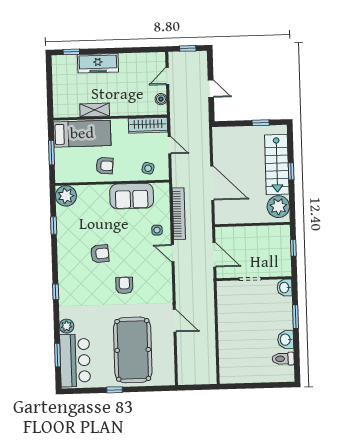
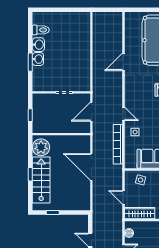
door: (214, 255) -> (91, 112), hinge flipped
washbasin: (285, 288) -> (38, 59), moved
door: (175, 321) -> (124, 62), hinge flipped

